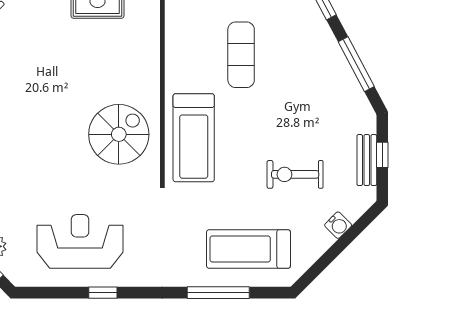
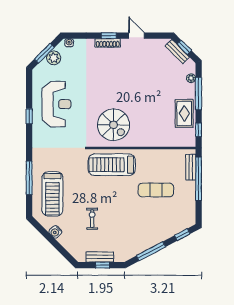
exercise bike: (295, 174) -> (92, 219), width x0.73, depth x0.72
water cooler: (338, 225) -> (55, 232), moved
treadmill: (248, 249) -> (52, 194), turned 180

